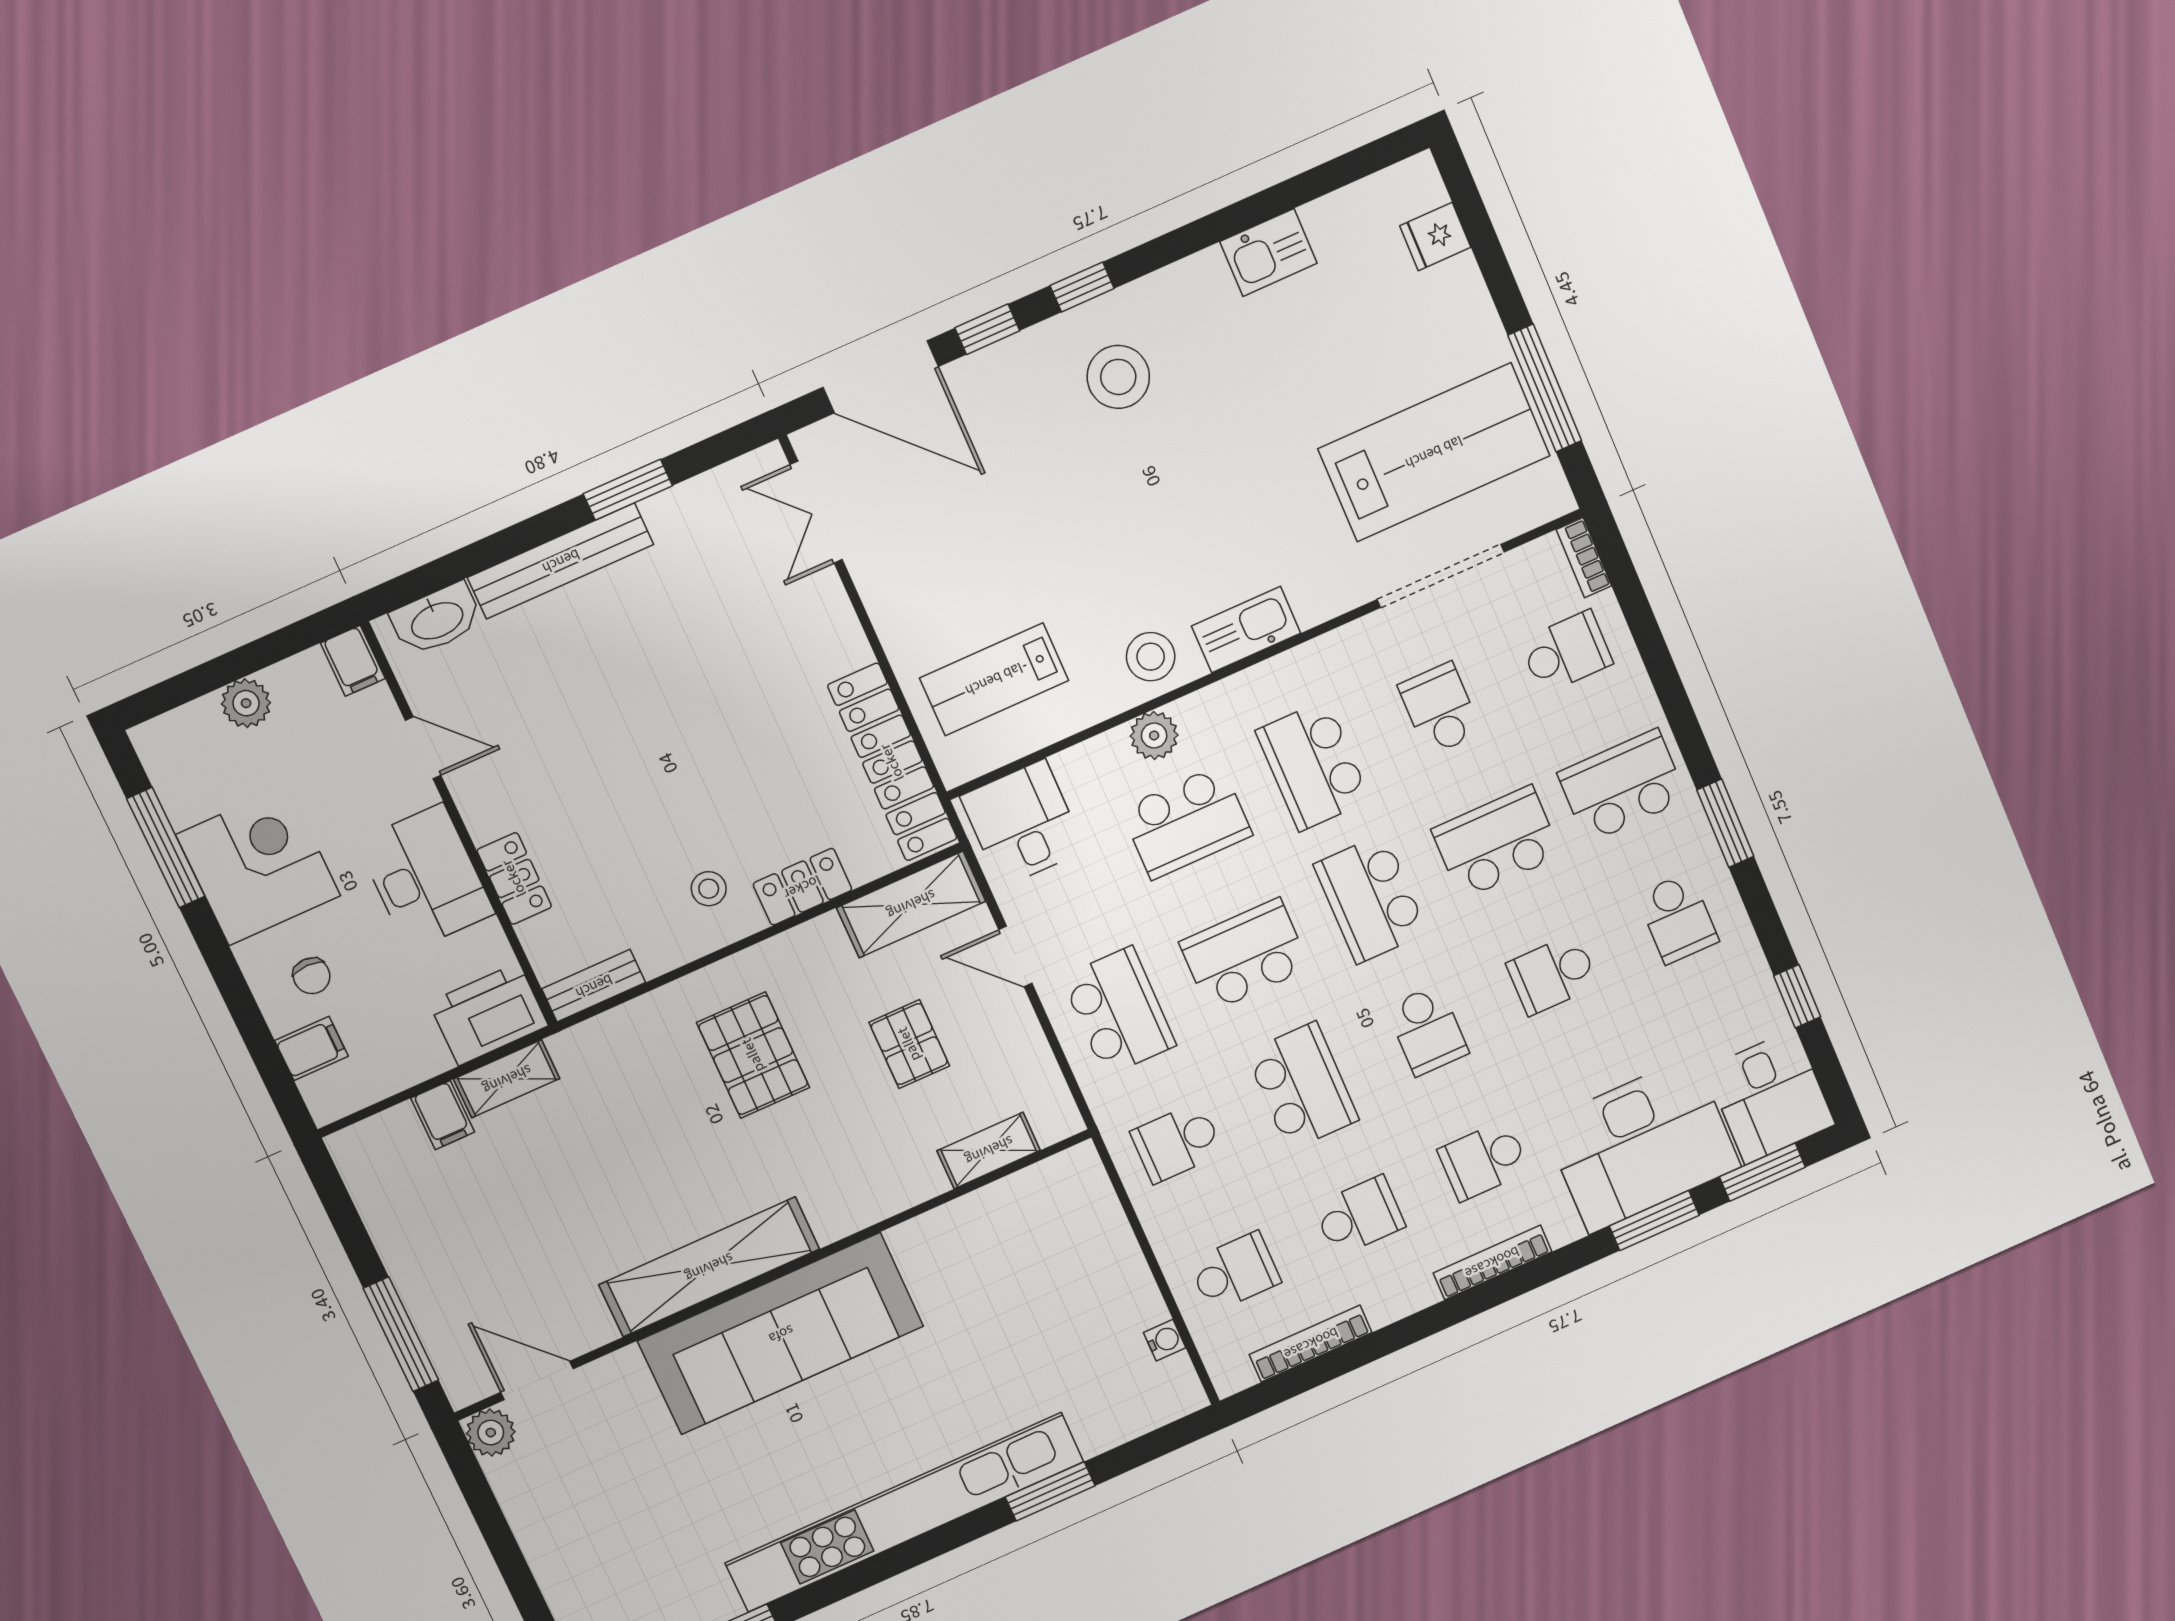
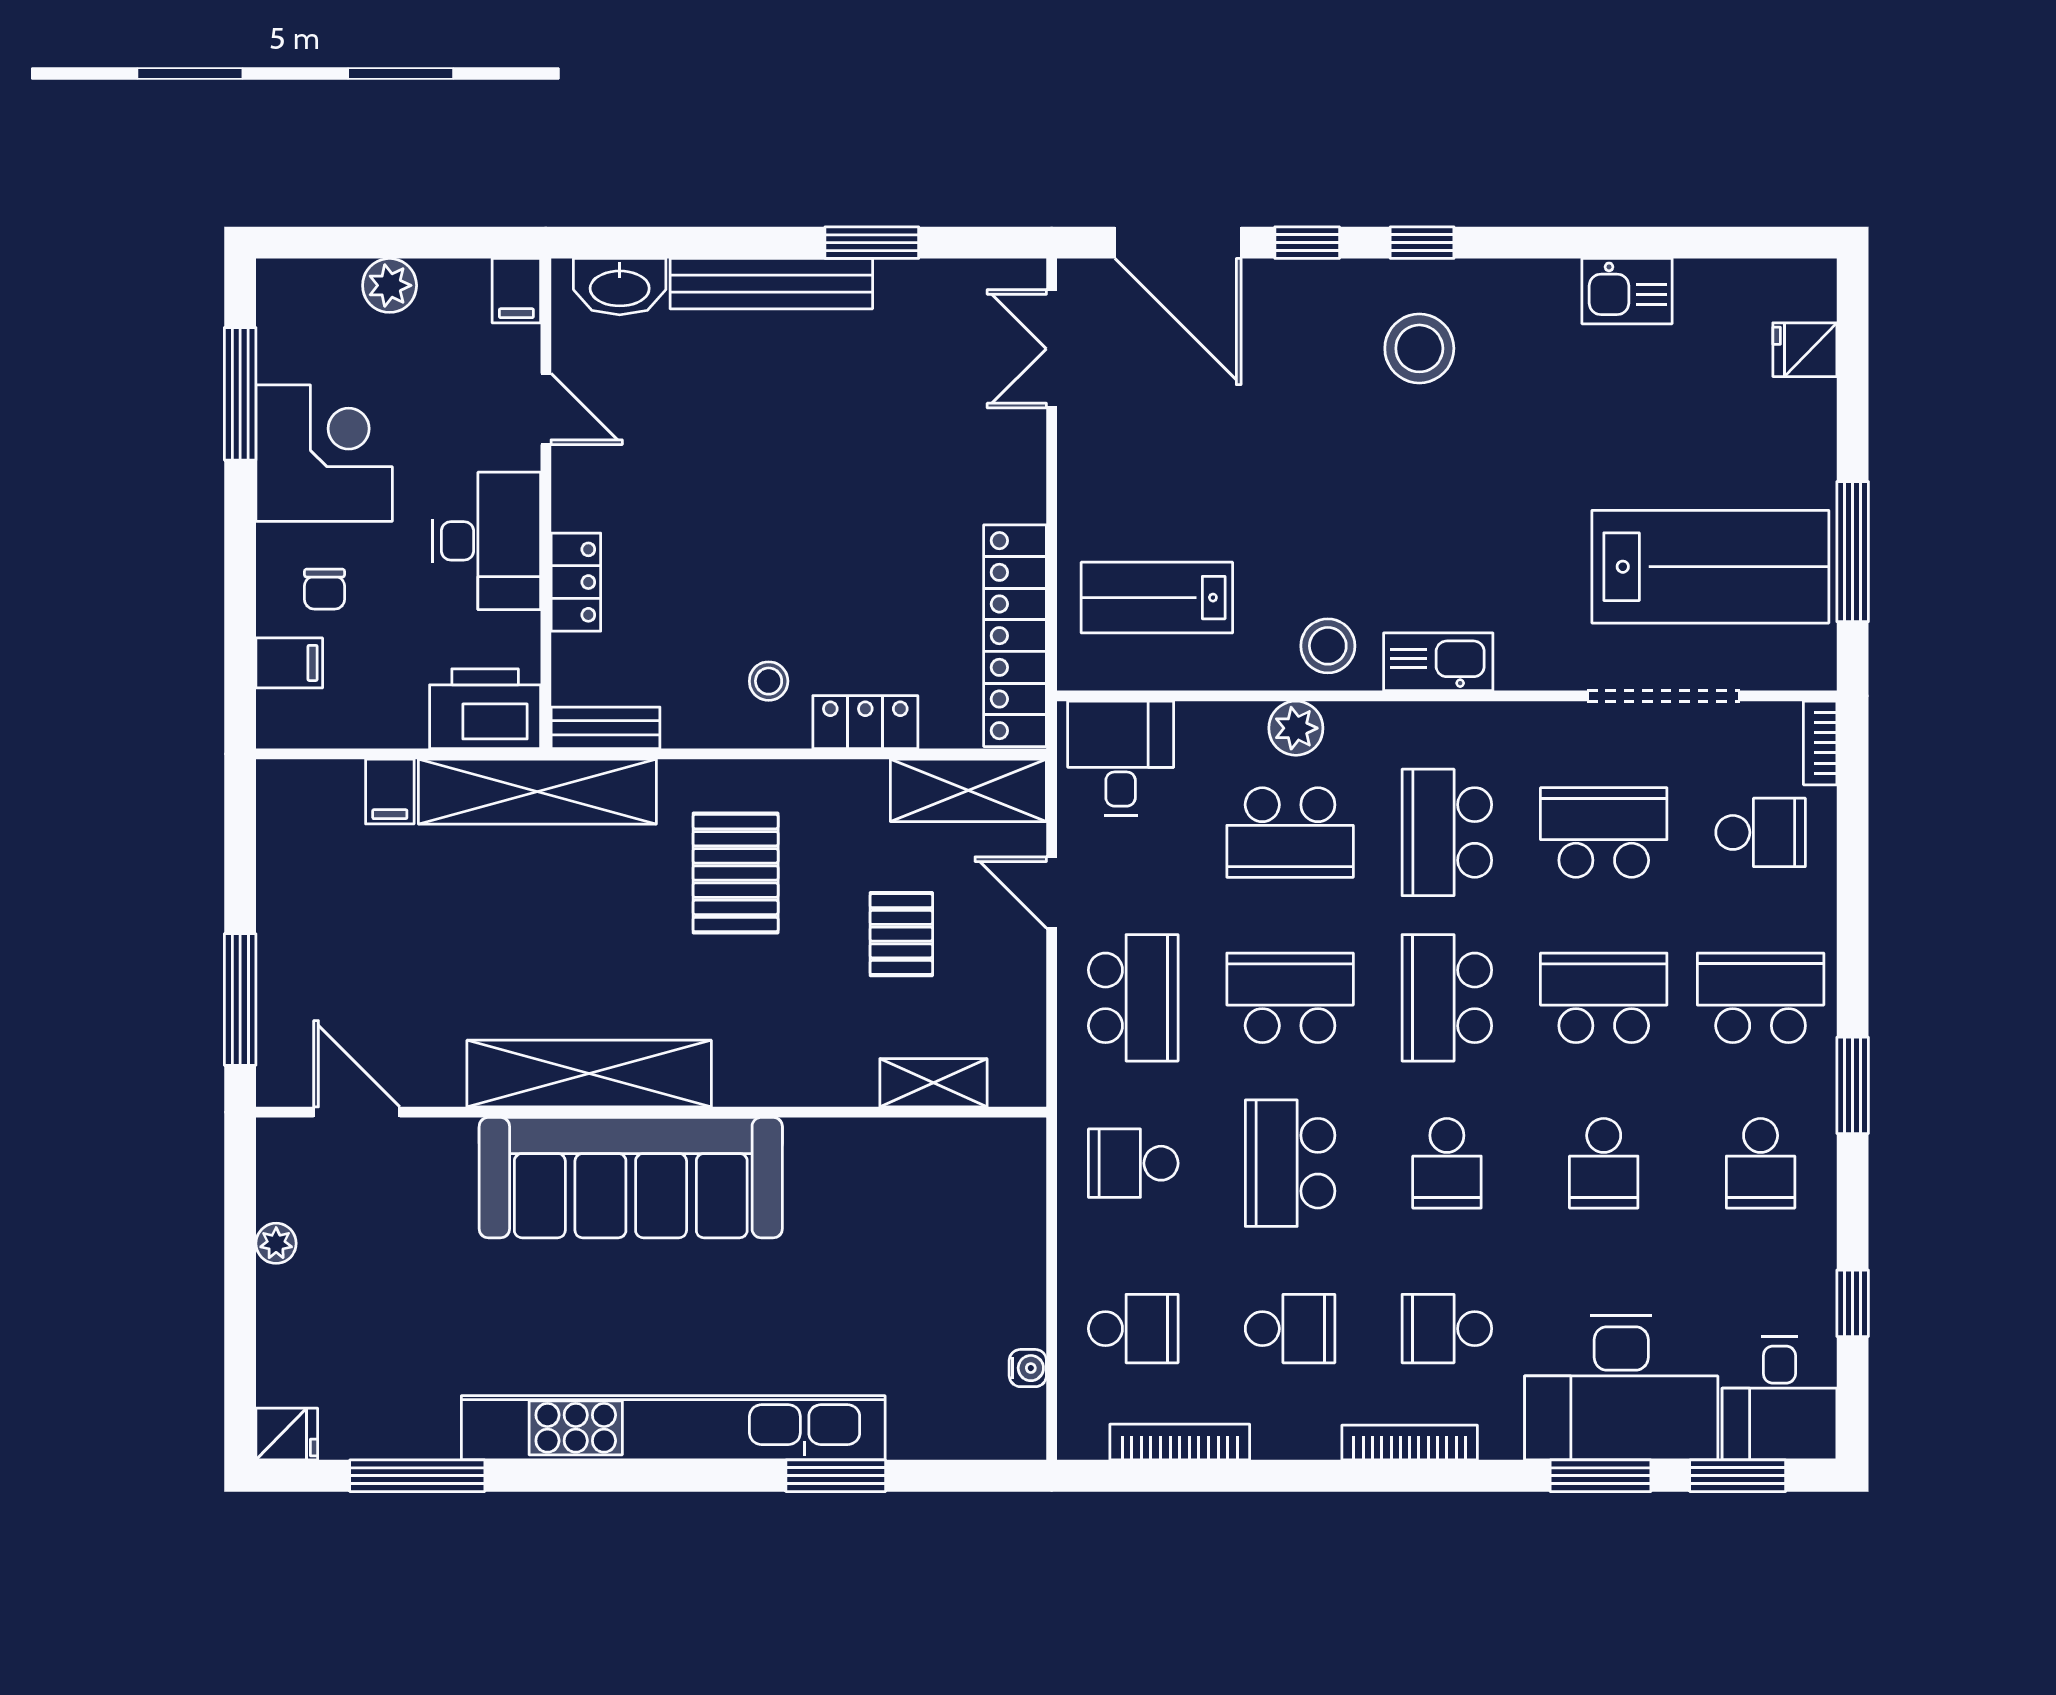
school desk: (1440, 709) -> (1604, 832), width x1.85
school desk: (1553, 974) -> (1604, 1163), turned -90
shelving: (507, 1079) -> (537, 792), width x2.20, depth x1.33
school desk: (1302, 1086) -> (1290, 1163), turned 180
plant: (491, 1433) -> (276, 1243), moved, width x0.73, depth x0.73

